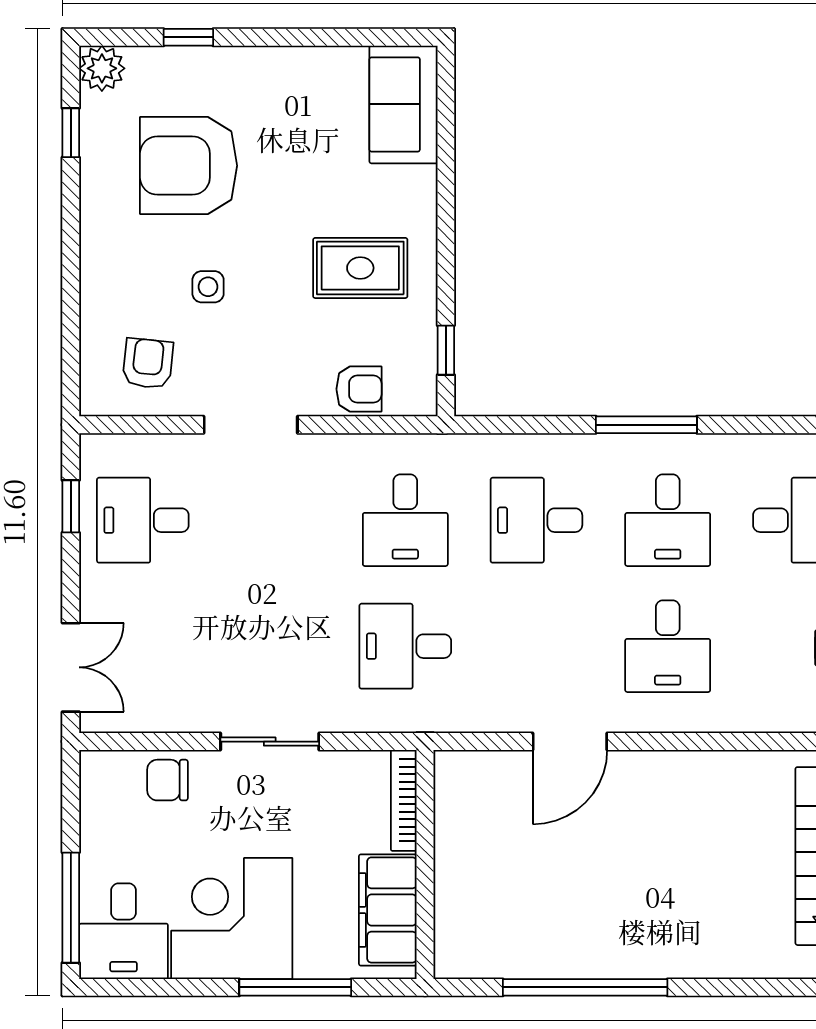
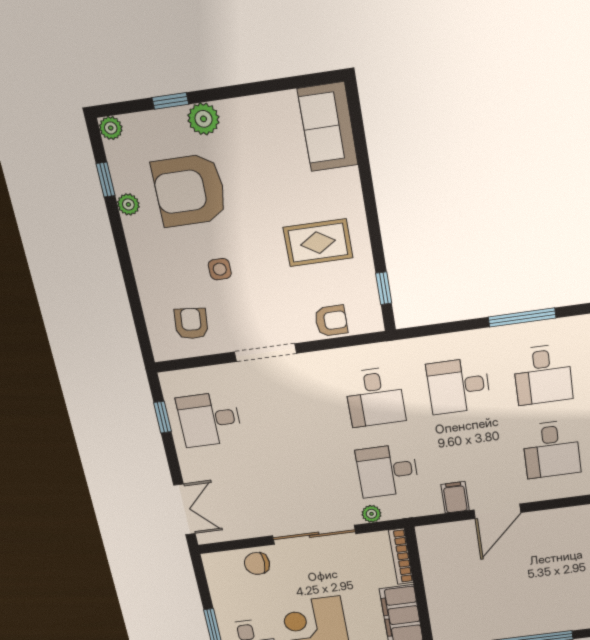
plant: (102, 68) -> (111, 128), width x0.73, depth x0.73
plant: (230, 68) -> (204, 119), added
plant: (95, 173) -> (128, 204), added
filing cabinet: (506, 707) -> (455, 497), added
plant: (368, 717) -> (371, 514), added
sliding door: (270, 742) -> (314, 535), width x1.37

